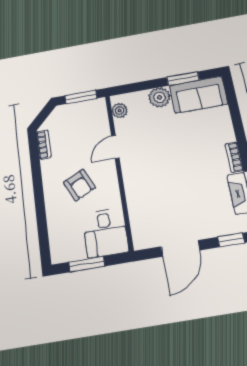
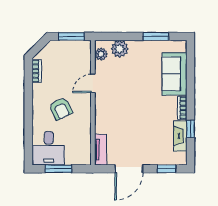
sofa: (198, 95) -> (174, 74), moved, turned 90
plant: (159, 97) -> (120, 49), moved
tv unit: (139, 229) -> (101, 150), added
desk: (105, 233) -> (49, 148), moved

